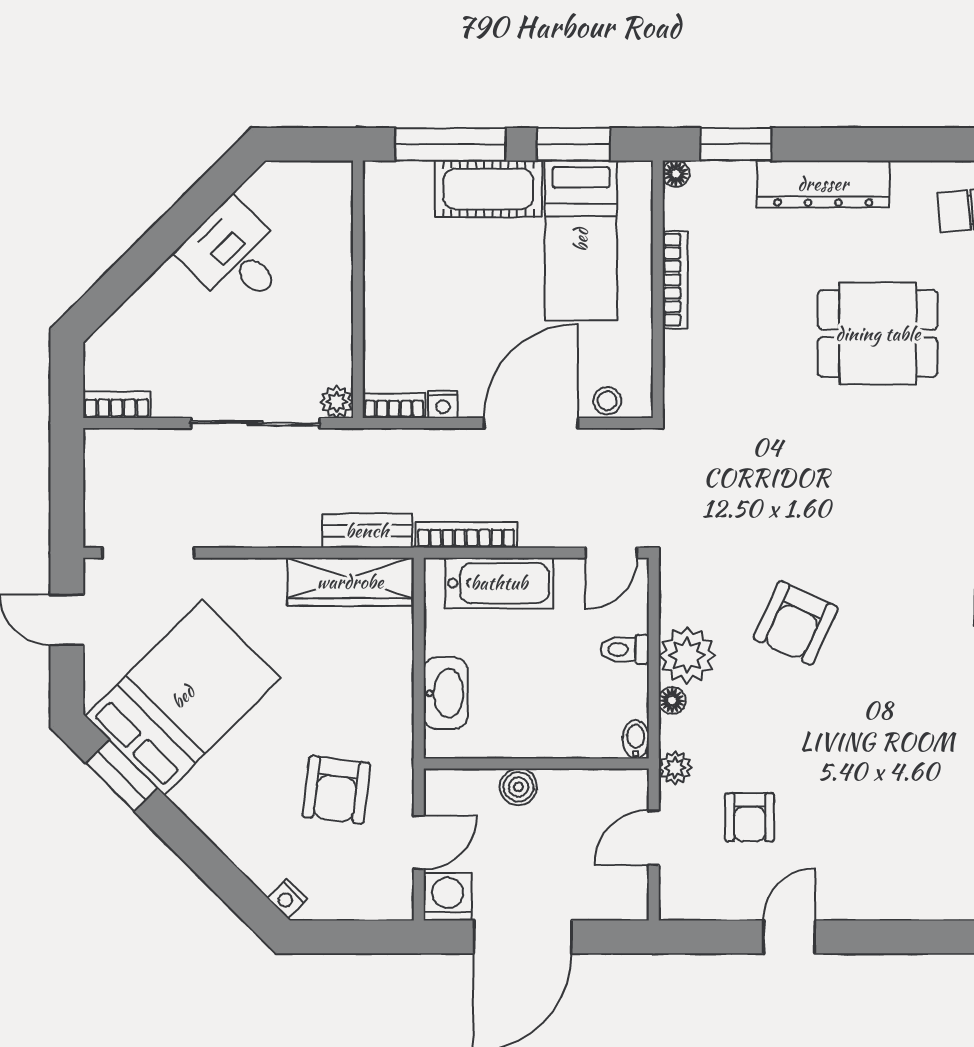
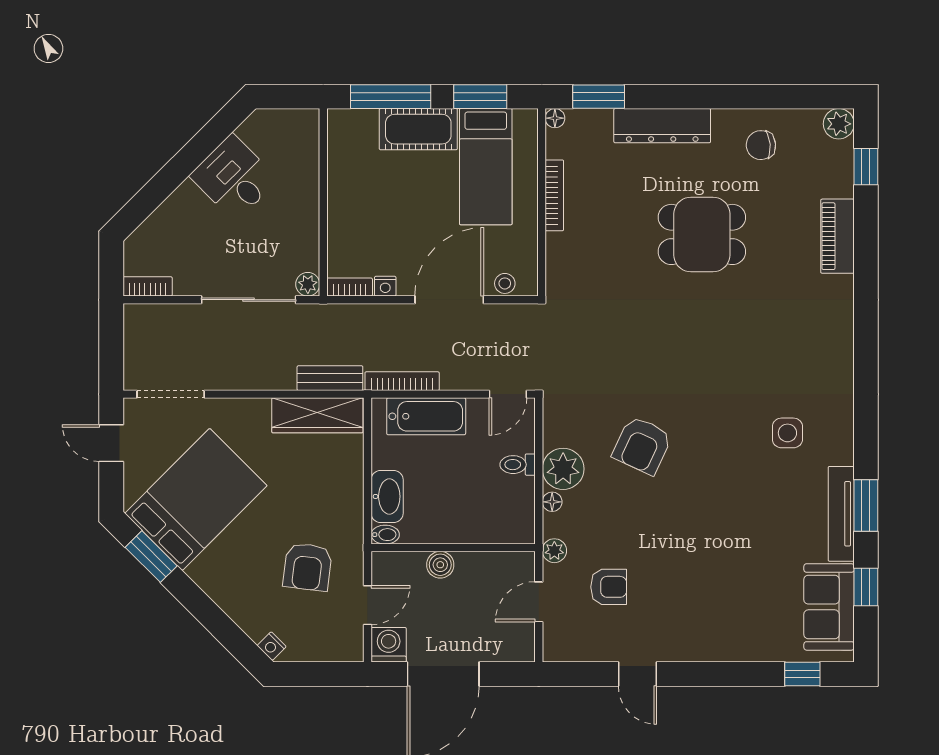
bidet: (636, 739) -> (385, 535), moved, turned 90
armchair: (750, 817) -> (609, 587), turned -90
door: (789, 937) -> (637, 674), swing flipped

